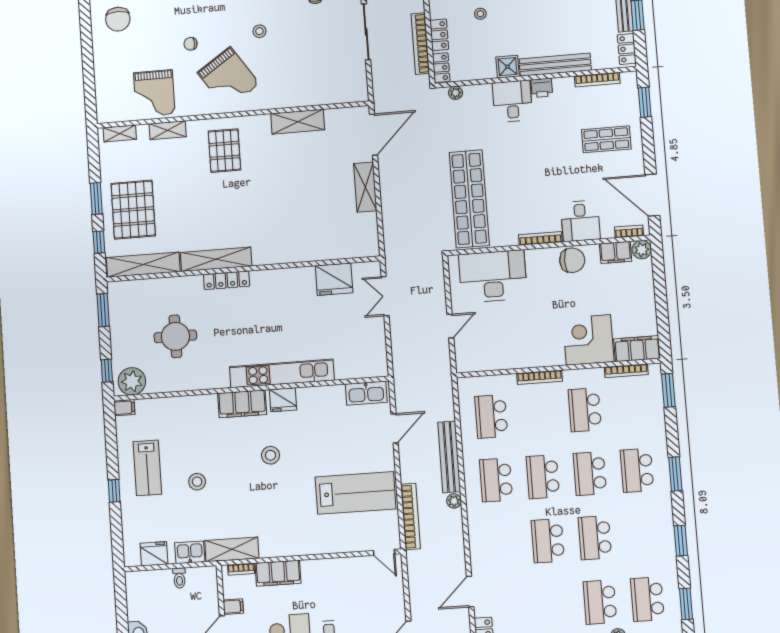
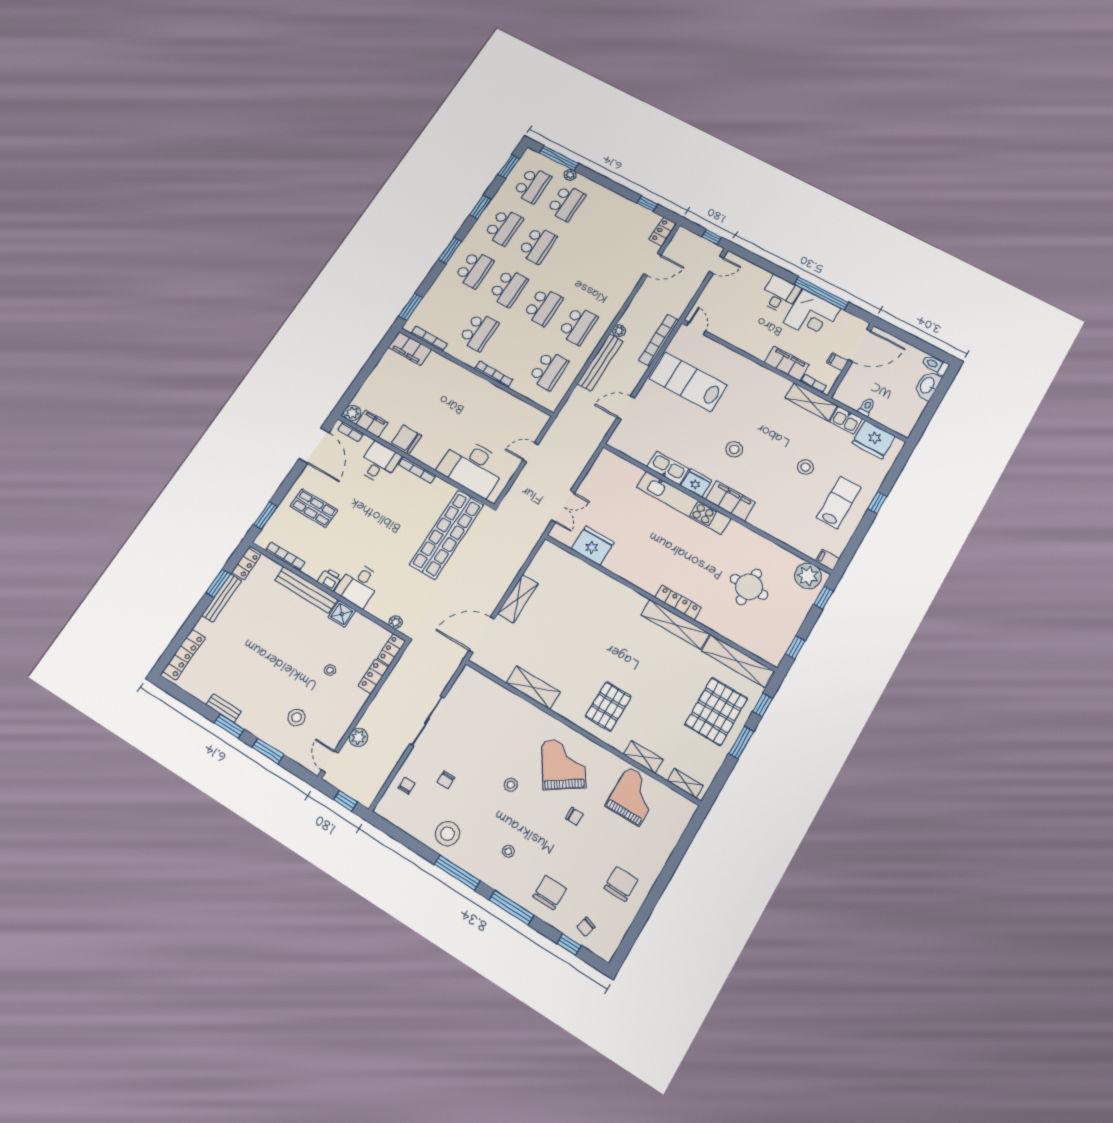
bookcase: (420, 44) -> (393, 680), removed
window: (103, 310) -> (795, 647), width x0.67
corner desk: (588, 340) -> (439, 377), removed
kitchen sink: (366, 393) -> (668, 468), moved
school desk: (548, 541) -> (503, 227), moved
fridge: (154, 554) -> (874, 440), width x1.36, depth x1.34

